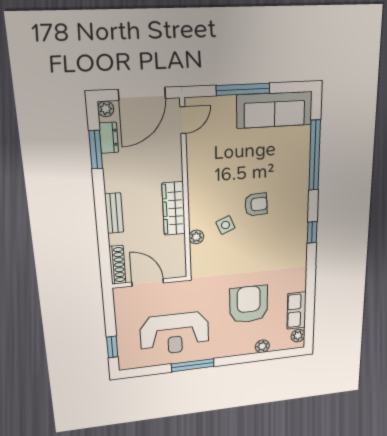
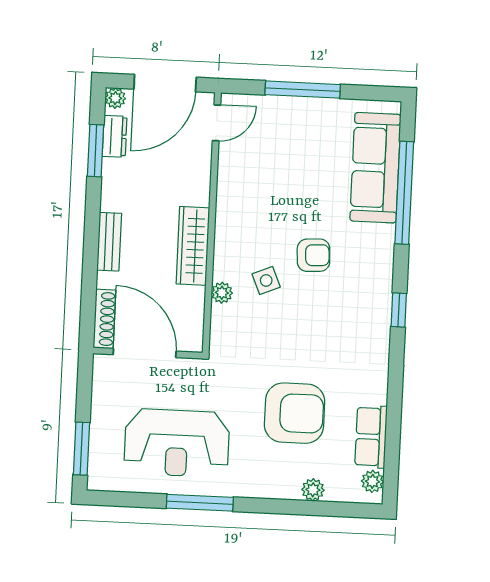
sofa: (275, 110) -> (375, 168), moved, turned 90
door: (148, 283) -> (145, 353), width x1.36
armchair: (249, 304) -> (295, 413), turned 90
window: (112, 347) -> (81, 449), width x1.50

